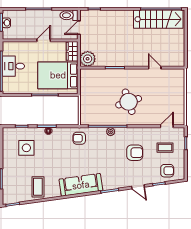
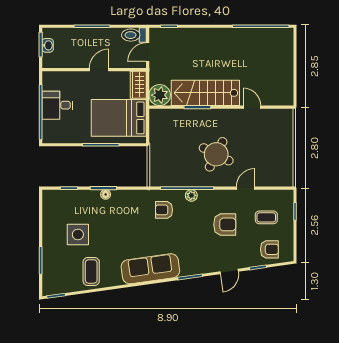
stairs: (158, 19) -> (205, 93), moved, turned 180
round table: (129, 102) -> (216, 154), turned 45
door: (167, 126) -> (246, 188), moved
armchair: (79, 138) -> (164, 210), moved
side table: (26, 148) -> (78, 234), moved
door: (138, 187) -> (229, 271), hinge flipped

